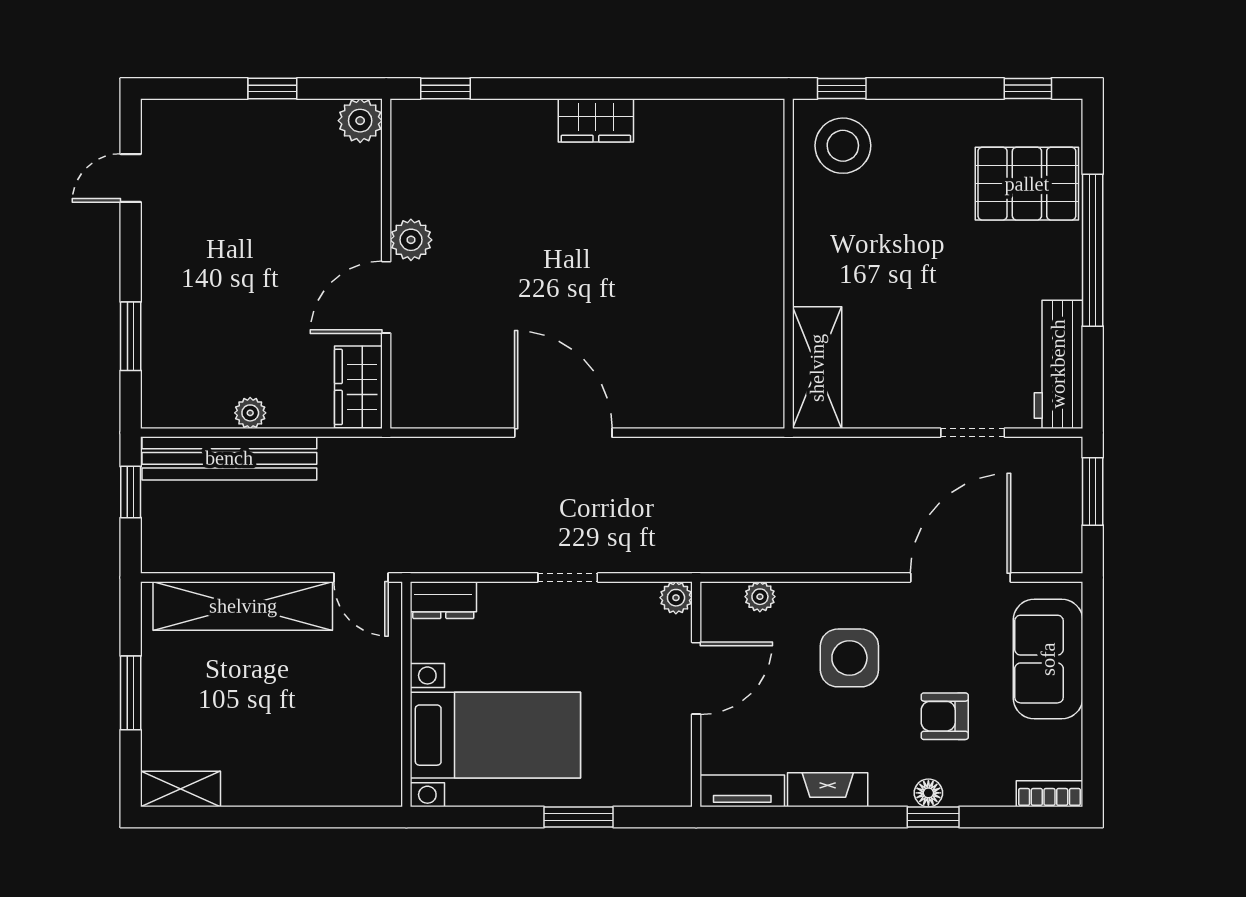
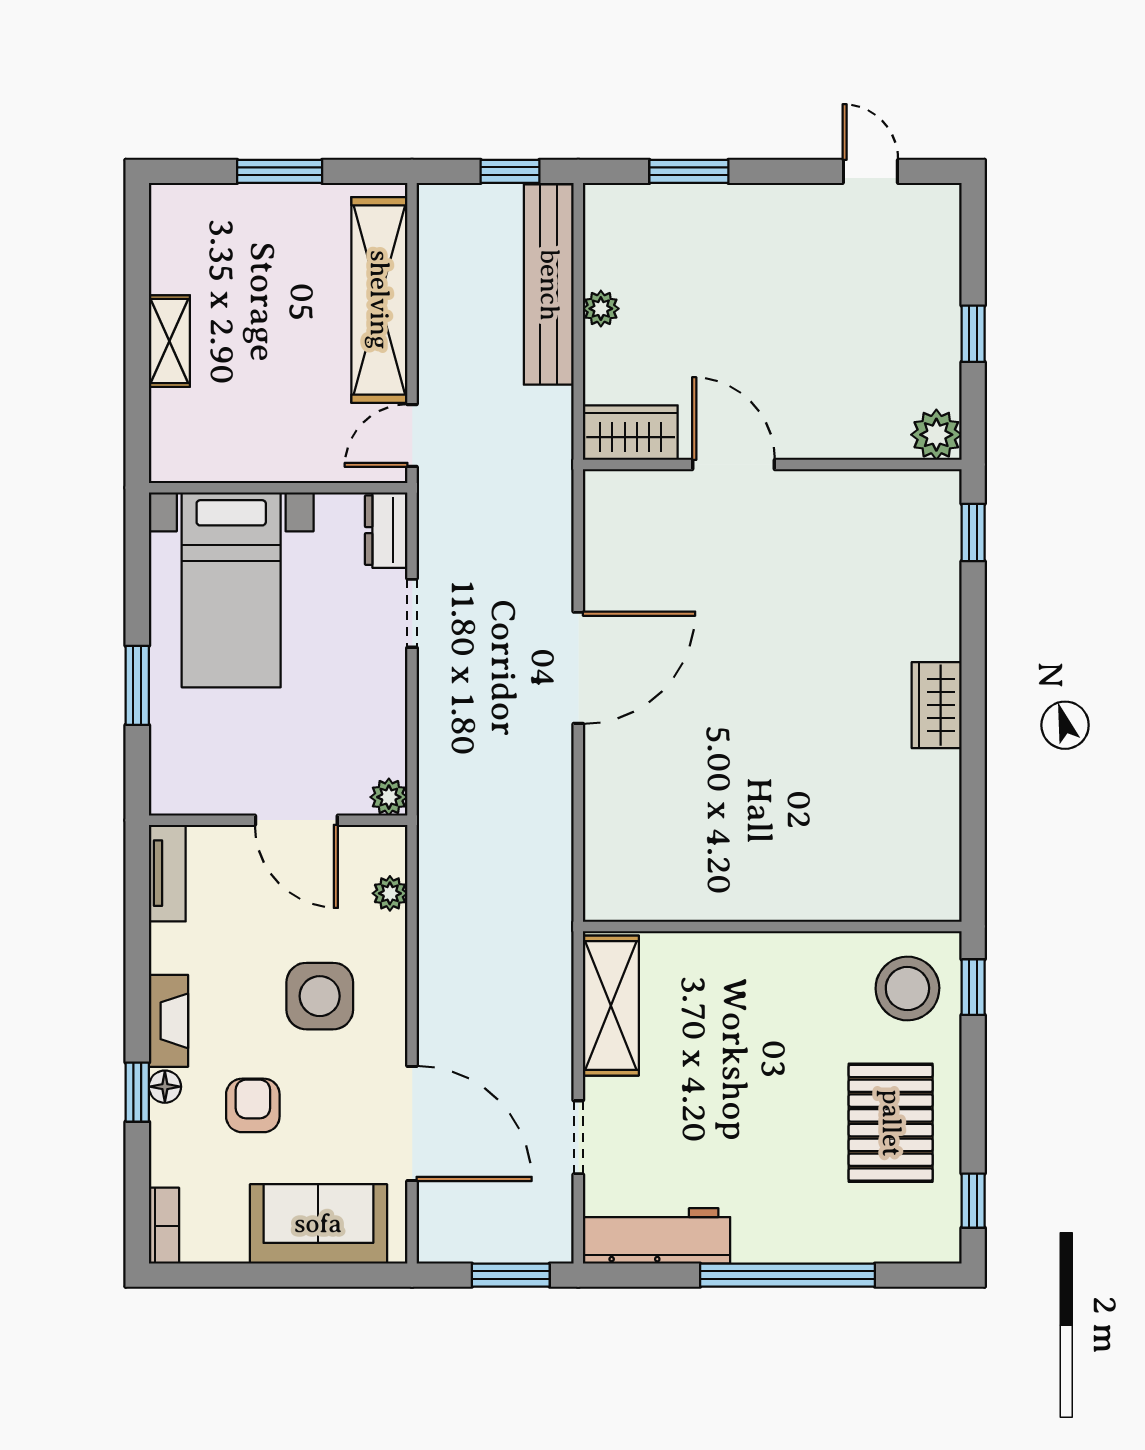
pallet: (1027, 184) -> (891, 1123), moved
plant: (411, 240) -> (799, 493), removed
shelving: (817, 368) -> (611, 1006), moved, turned 90
doorway: (568, 578) -> (412, 613), moved
shelving: (181, 789) -> (169, 341), moved
fireplace: (828, 790) -> (168, 1021), moved

